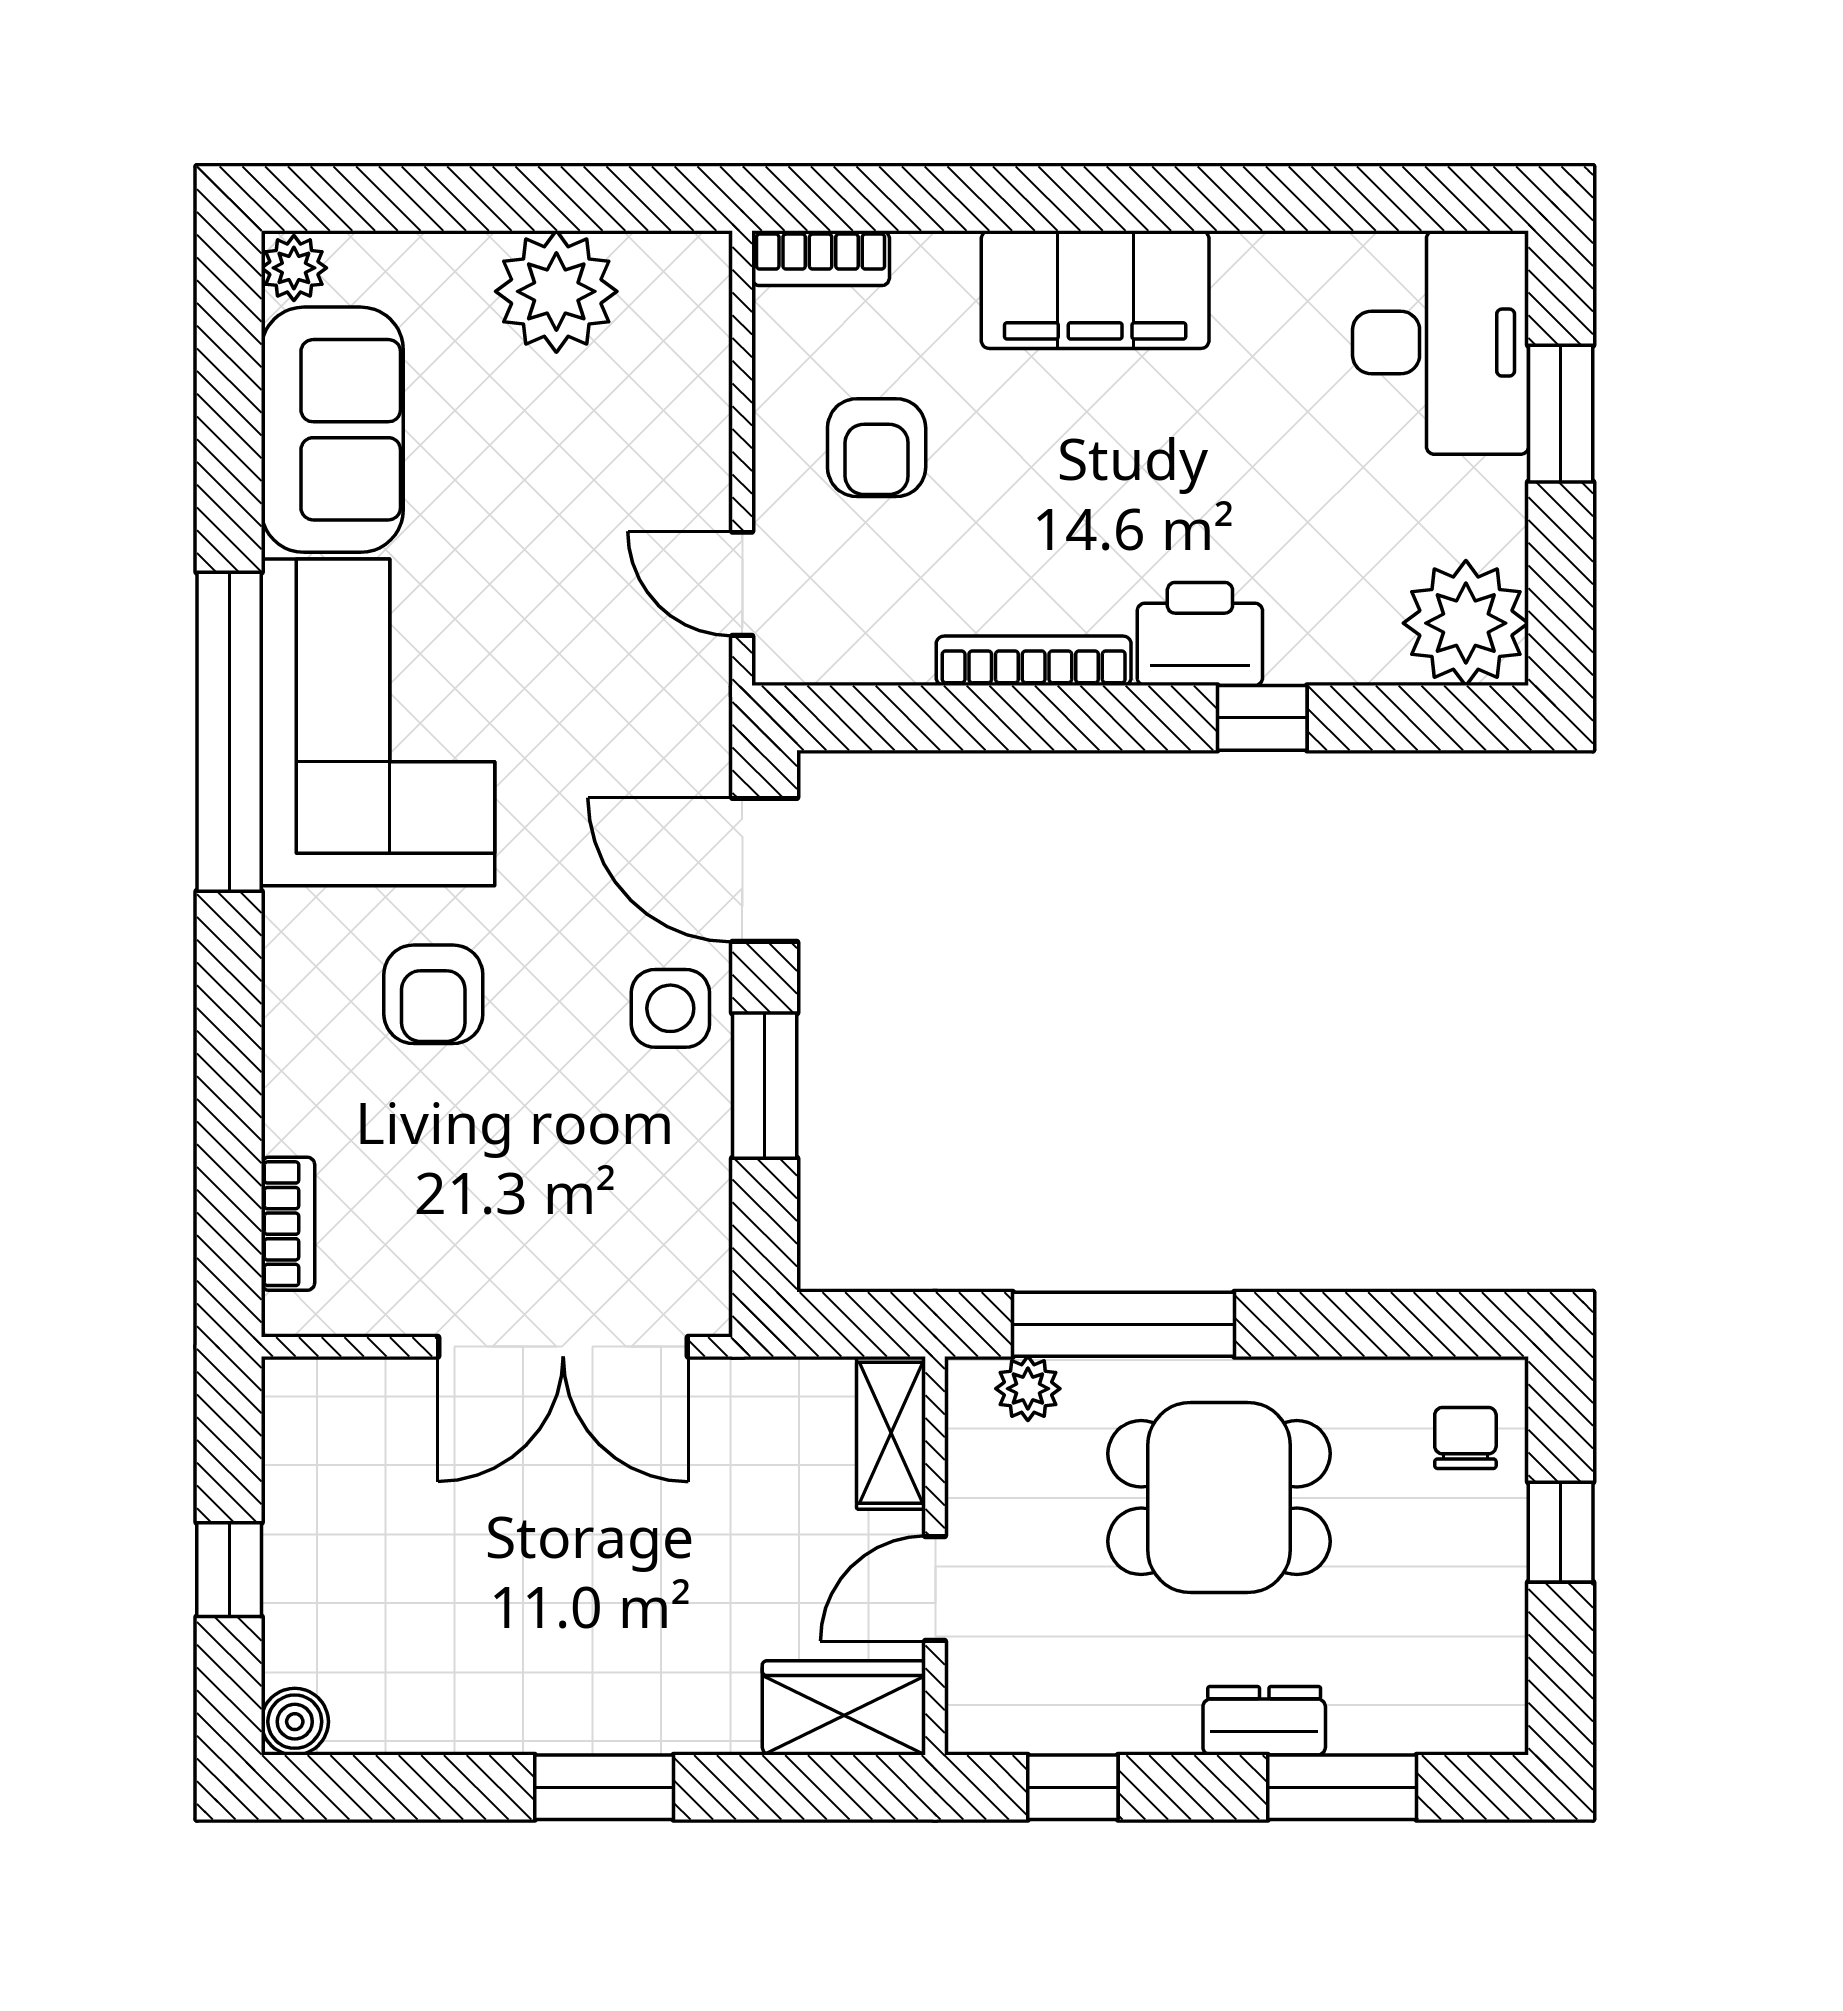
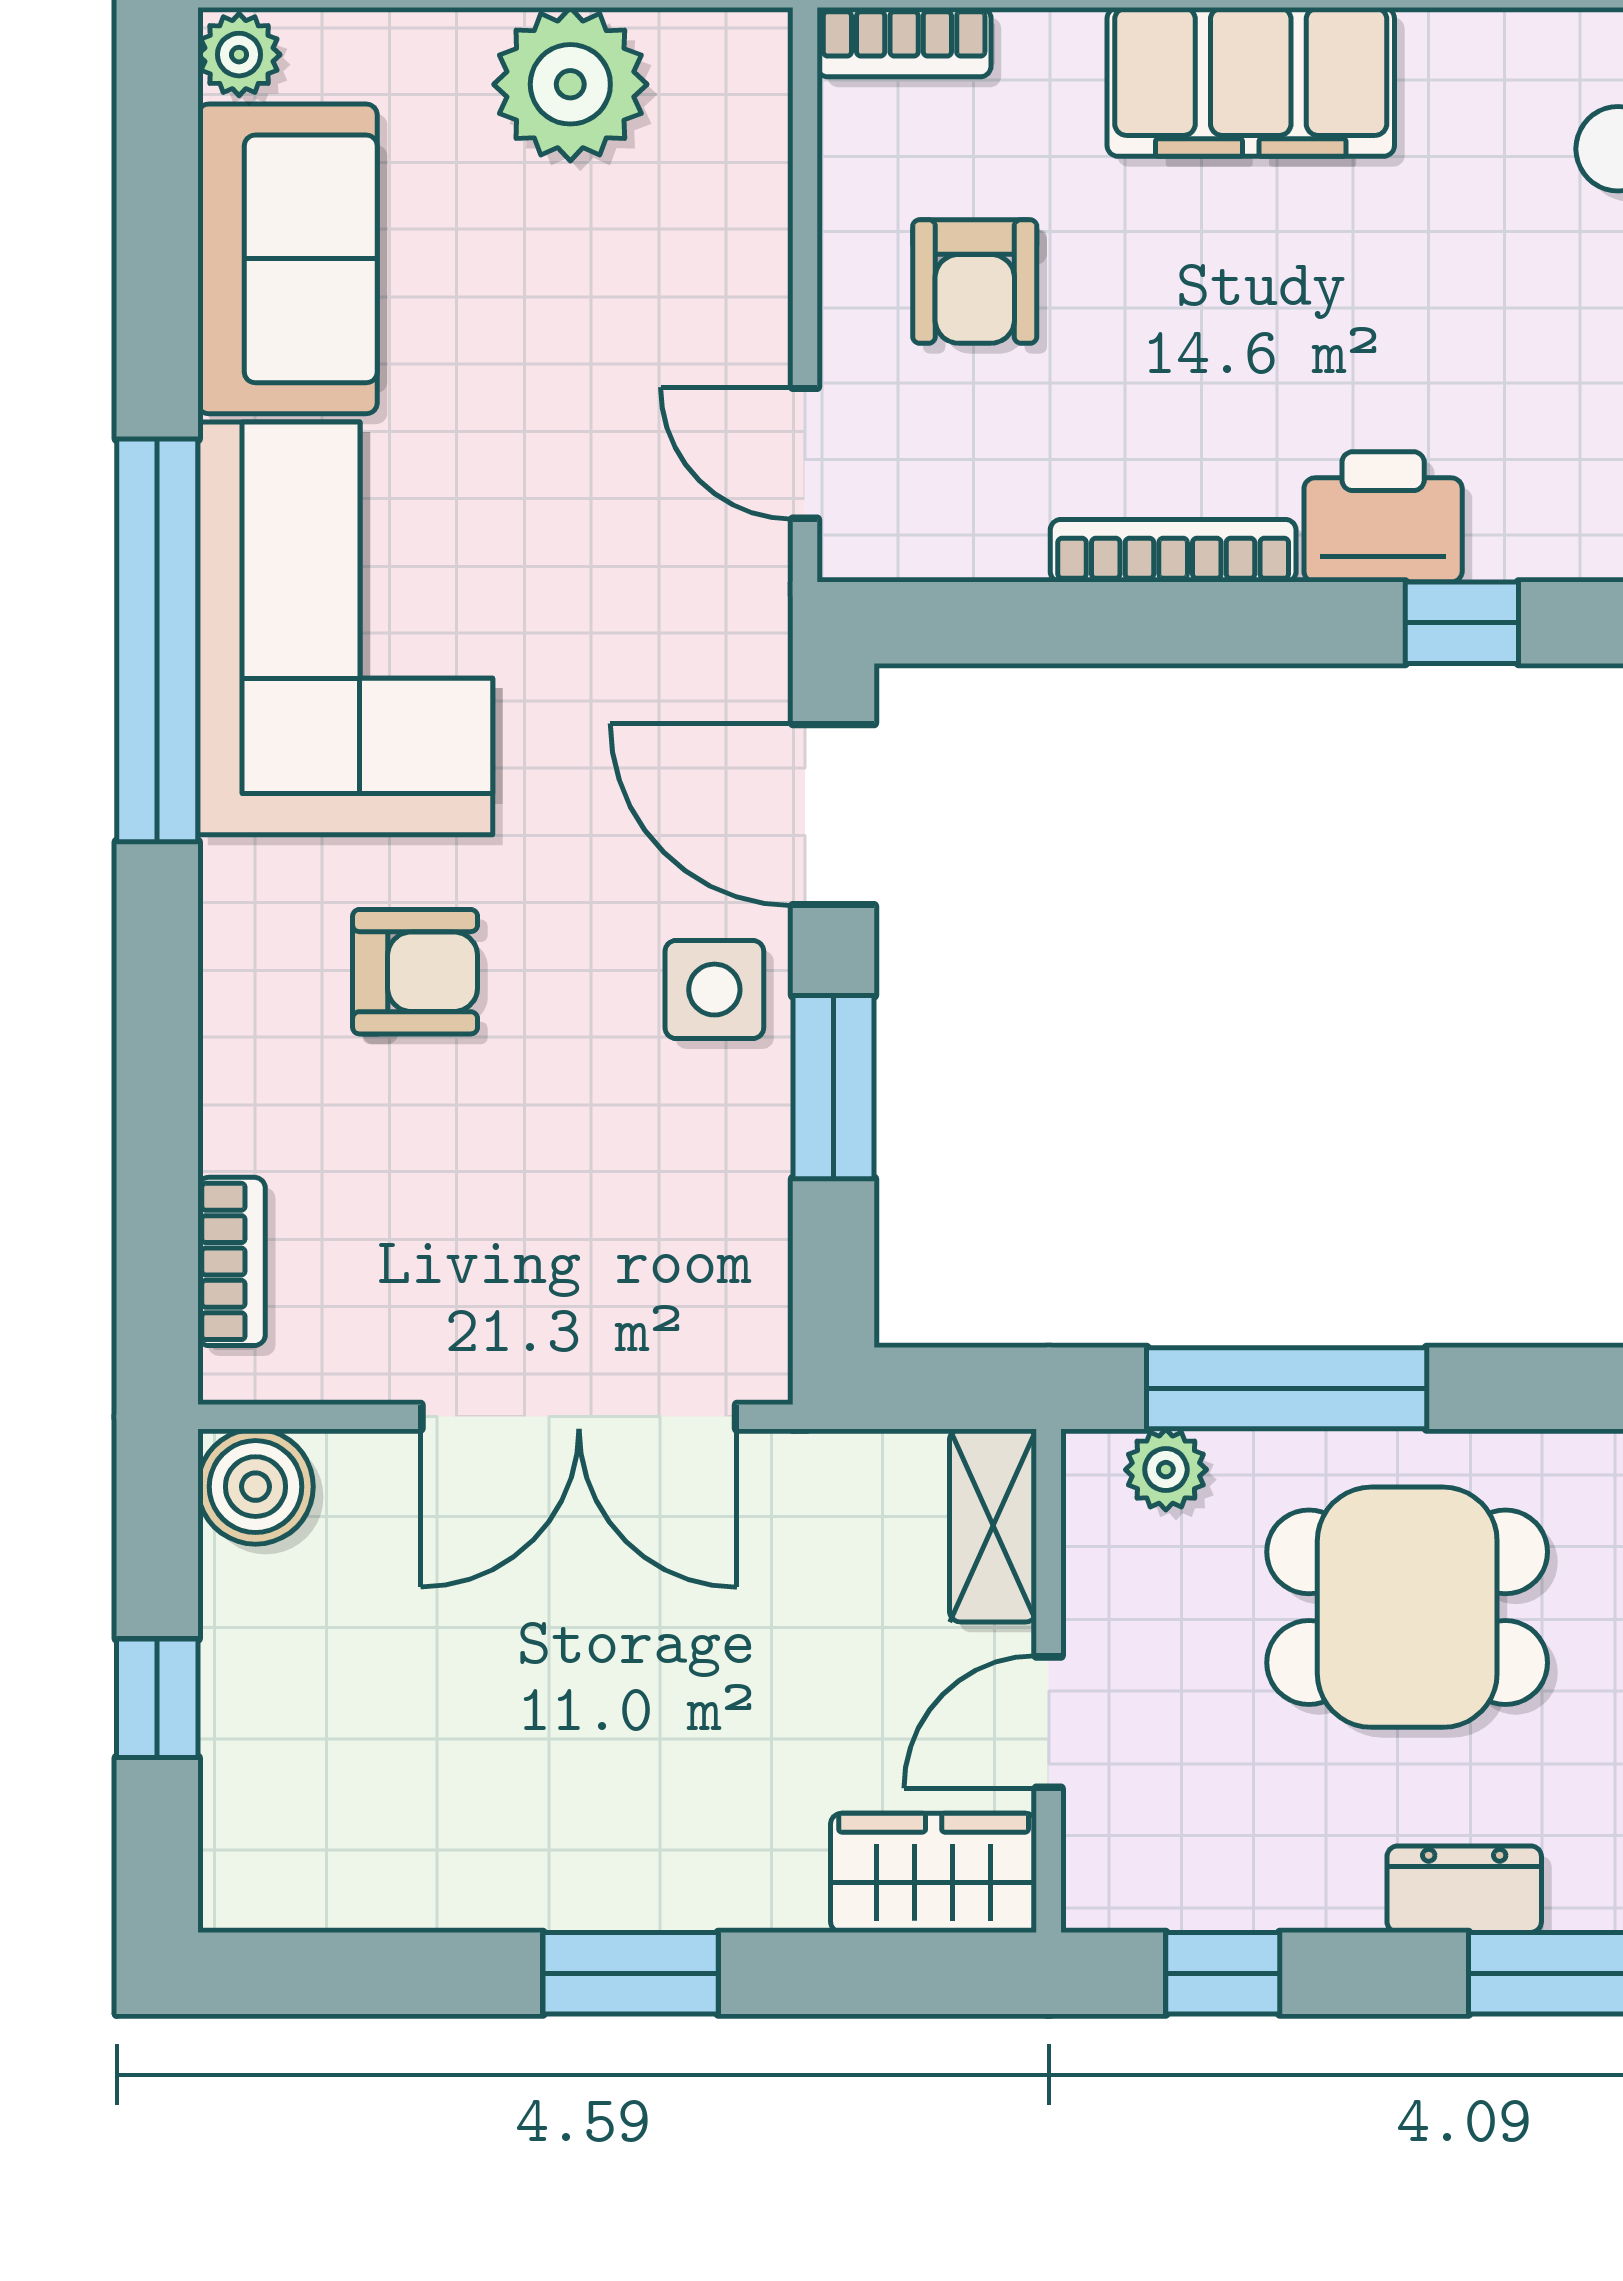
armchair: (433, 994) -> (415, 972), turned -90
boiler: (295, 1722) -> (256, 1487), moved, width x1.36, depth x1.36

